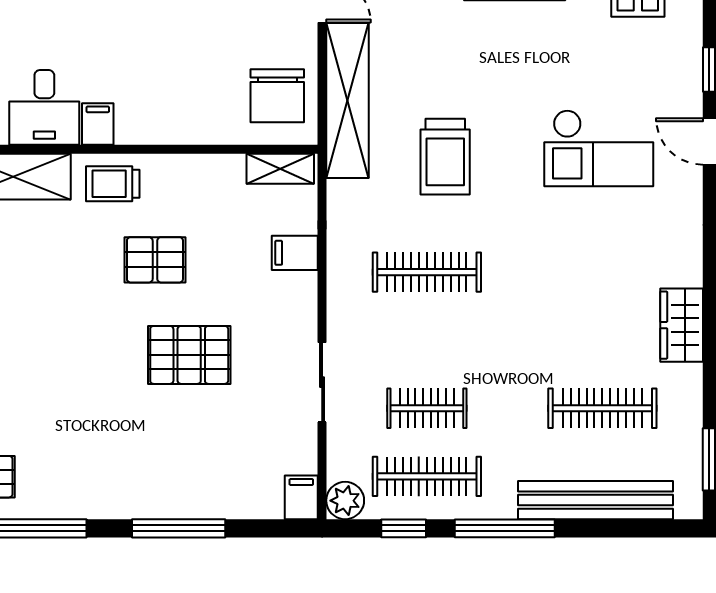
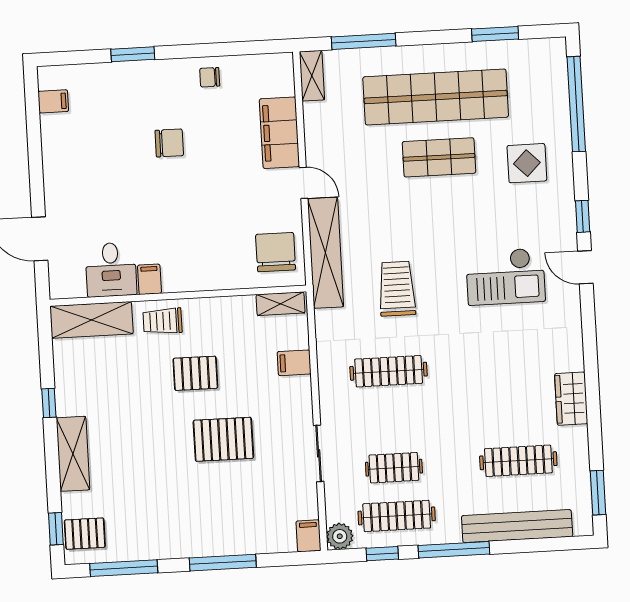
chair: (277, 96) -> (276, 252), turned 180
trolley: (445, 157) -> (397, 289), turned 180

